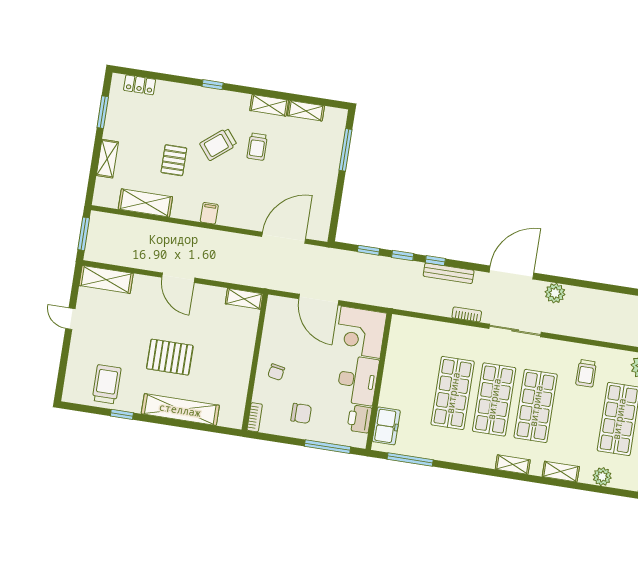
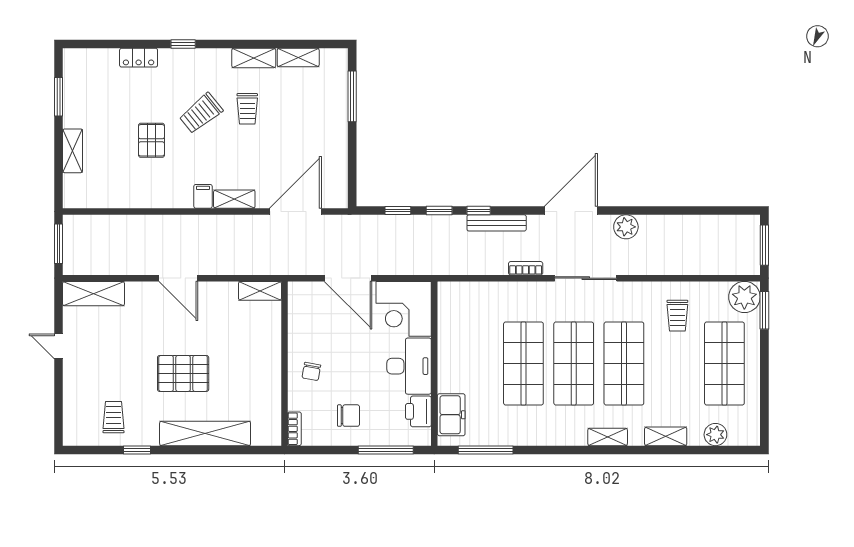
locker: (140, 85) -> (139, 58), moved
shelving: (145, 203) -> (234, 199), moved, width x0.67, depth x0.75
trolley: (107, 384) -> (113, 417), width x0.73, depth x0.72

